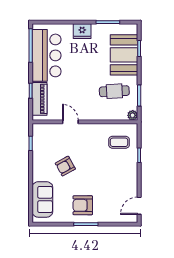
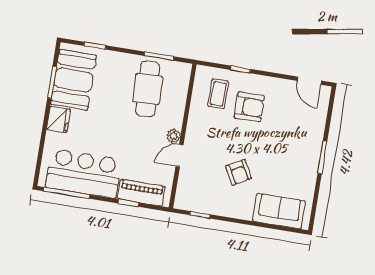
booth: (124, 55) -> (73, 80), moved, turned 90
cafe table: (114, 91) -> (148, 89), width x1.37, depth x1.35
plant: (133, 115) -> (174, 136), moved
armchair: (83, 205) -> (249, 107), moved, turned -90

